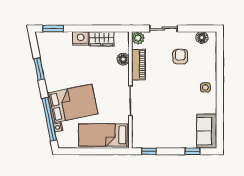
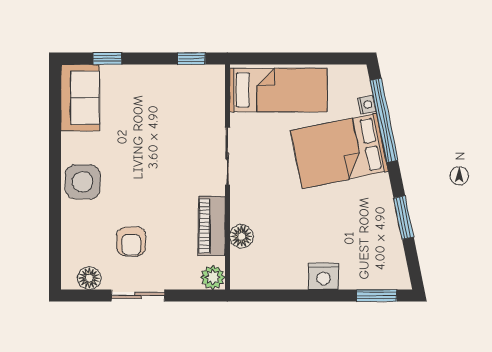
sliding door: (164, 29) -> (138, 296), moved
wardrobe: (102, 39) -> (283, 276), removed
side table: (205, 87) -> (83, 182), width x1.87, depth x1.87

